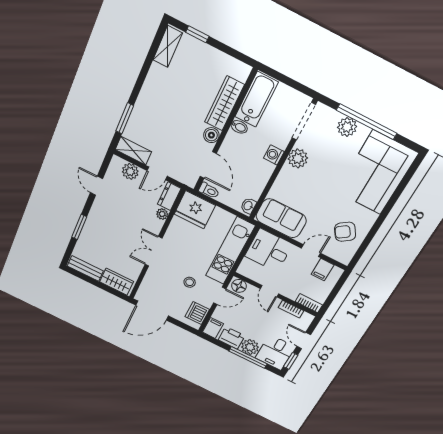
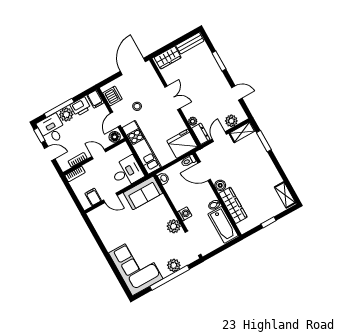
window: (197, 34) -> (269, 222), moved
armchair: (345, 232) -> (110, 226), removed
door: (311, 251) -> (110, 198), hinge flipped

